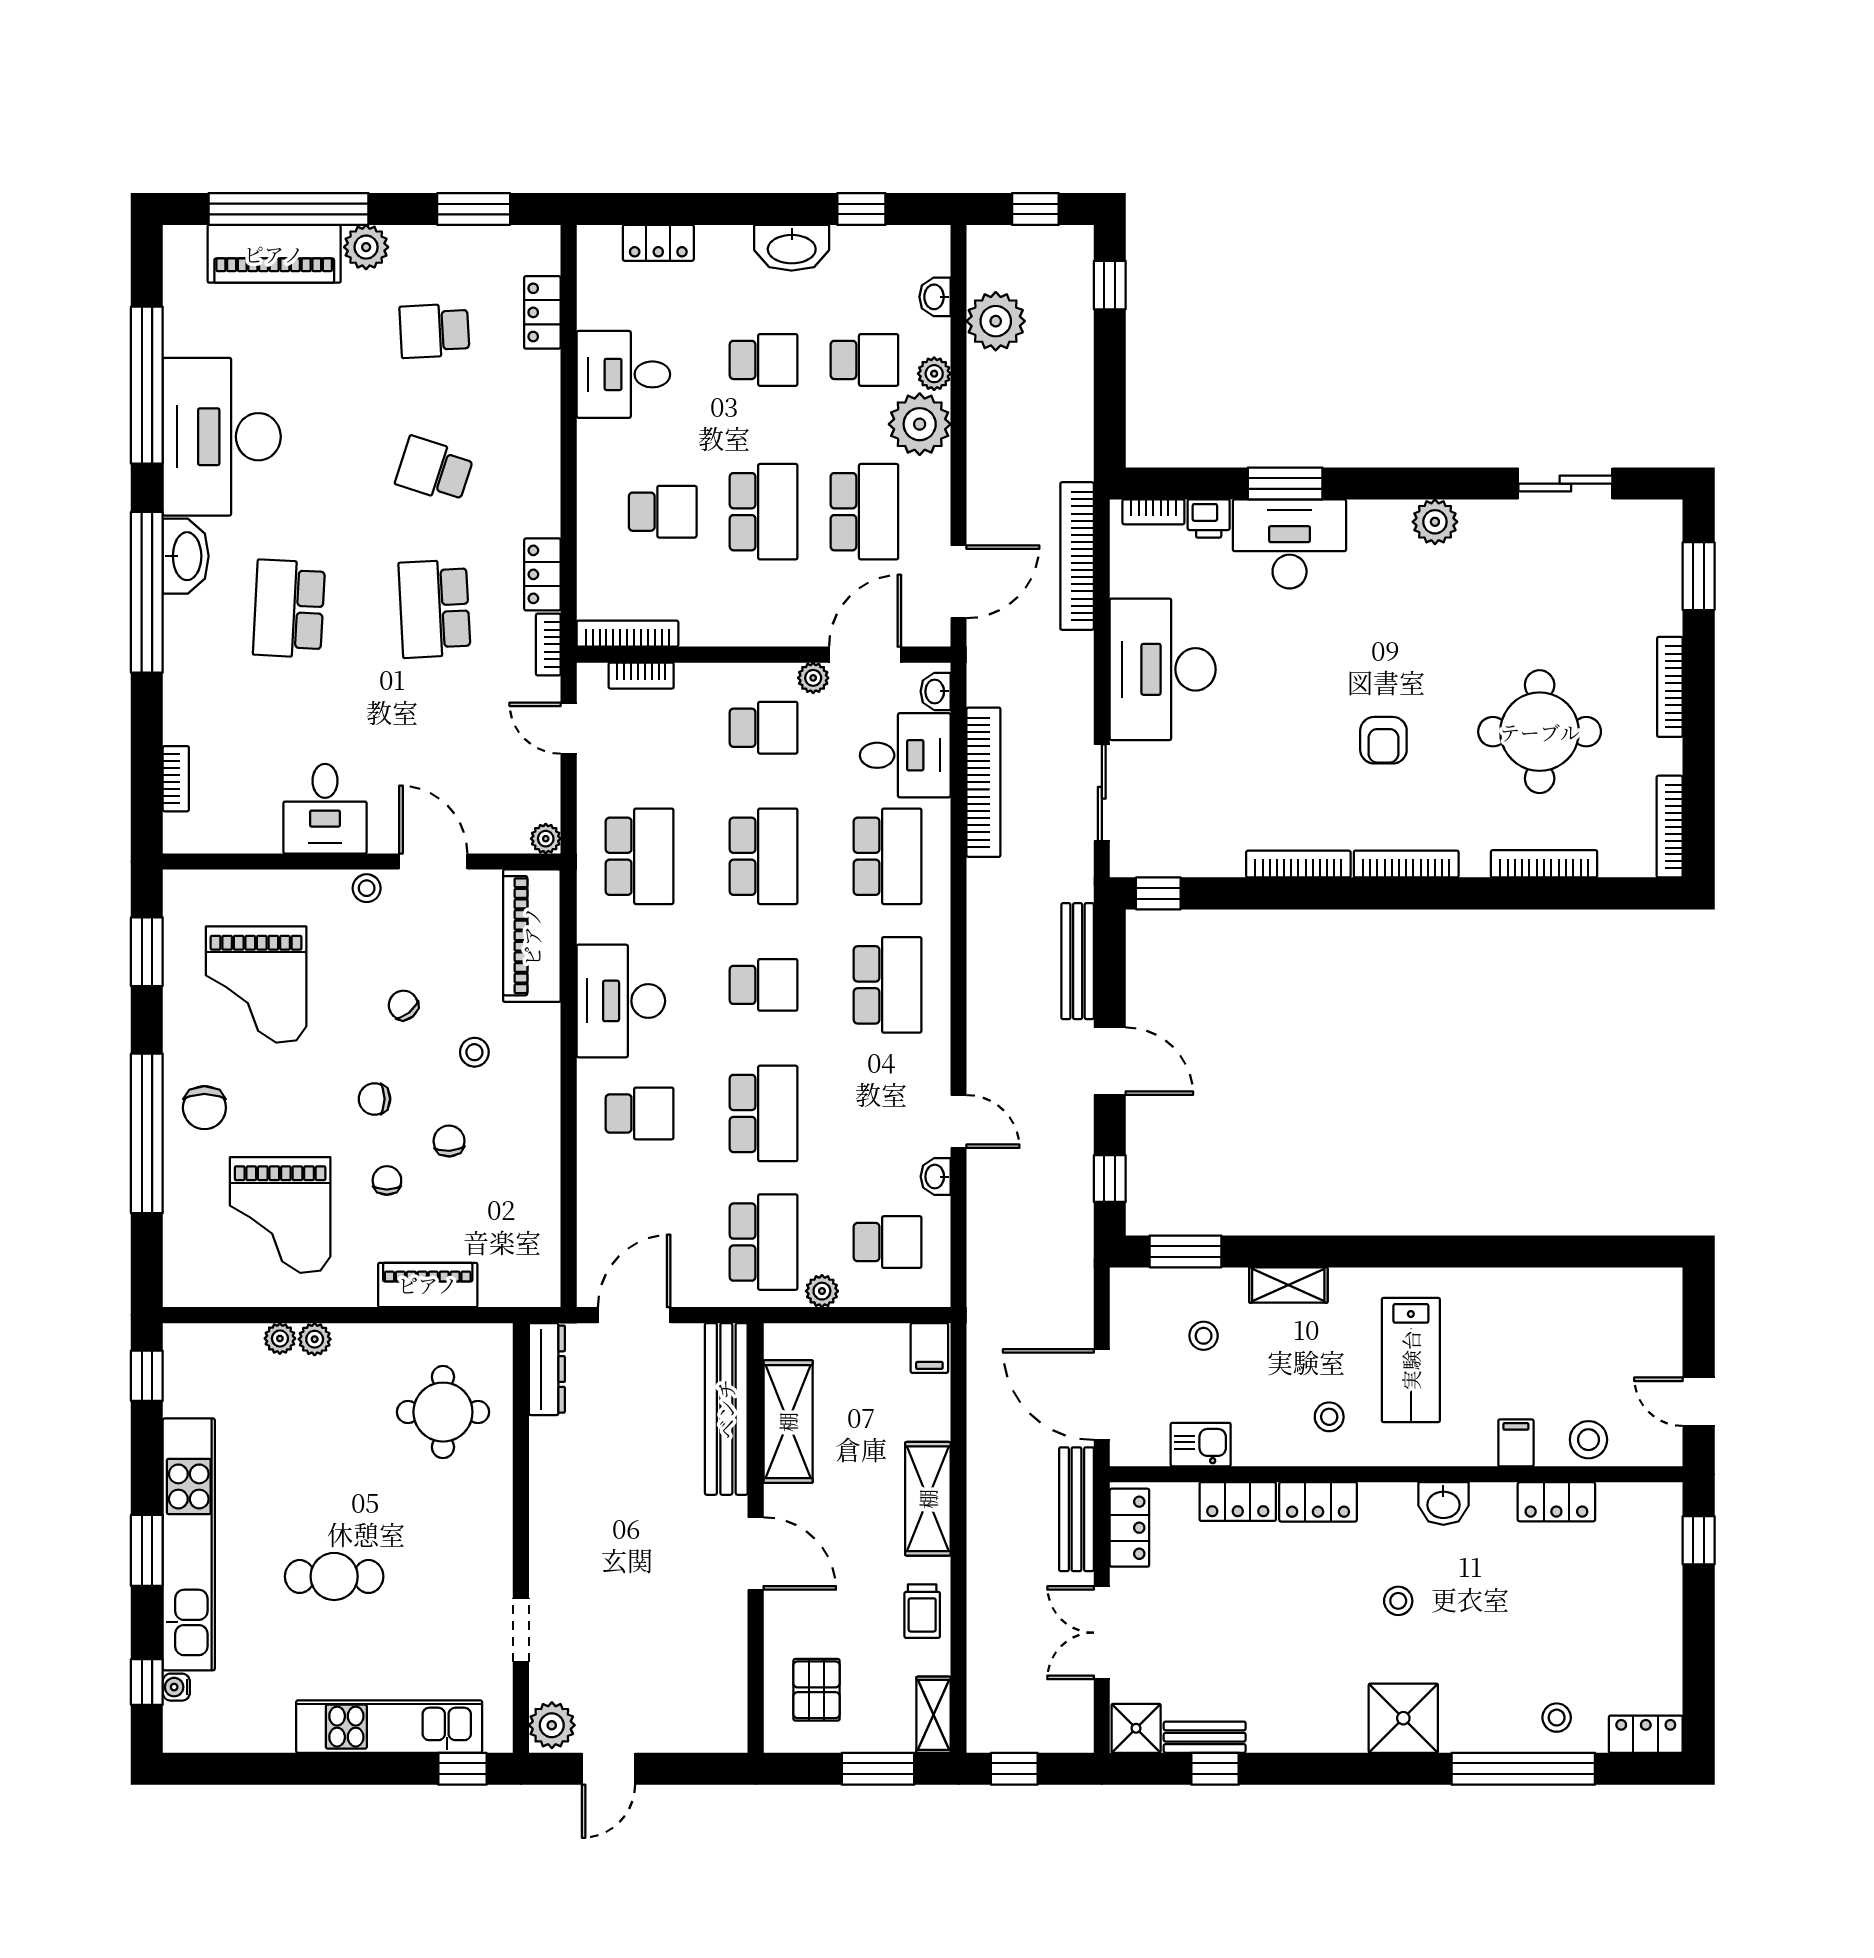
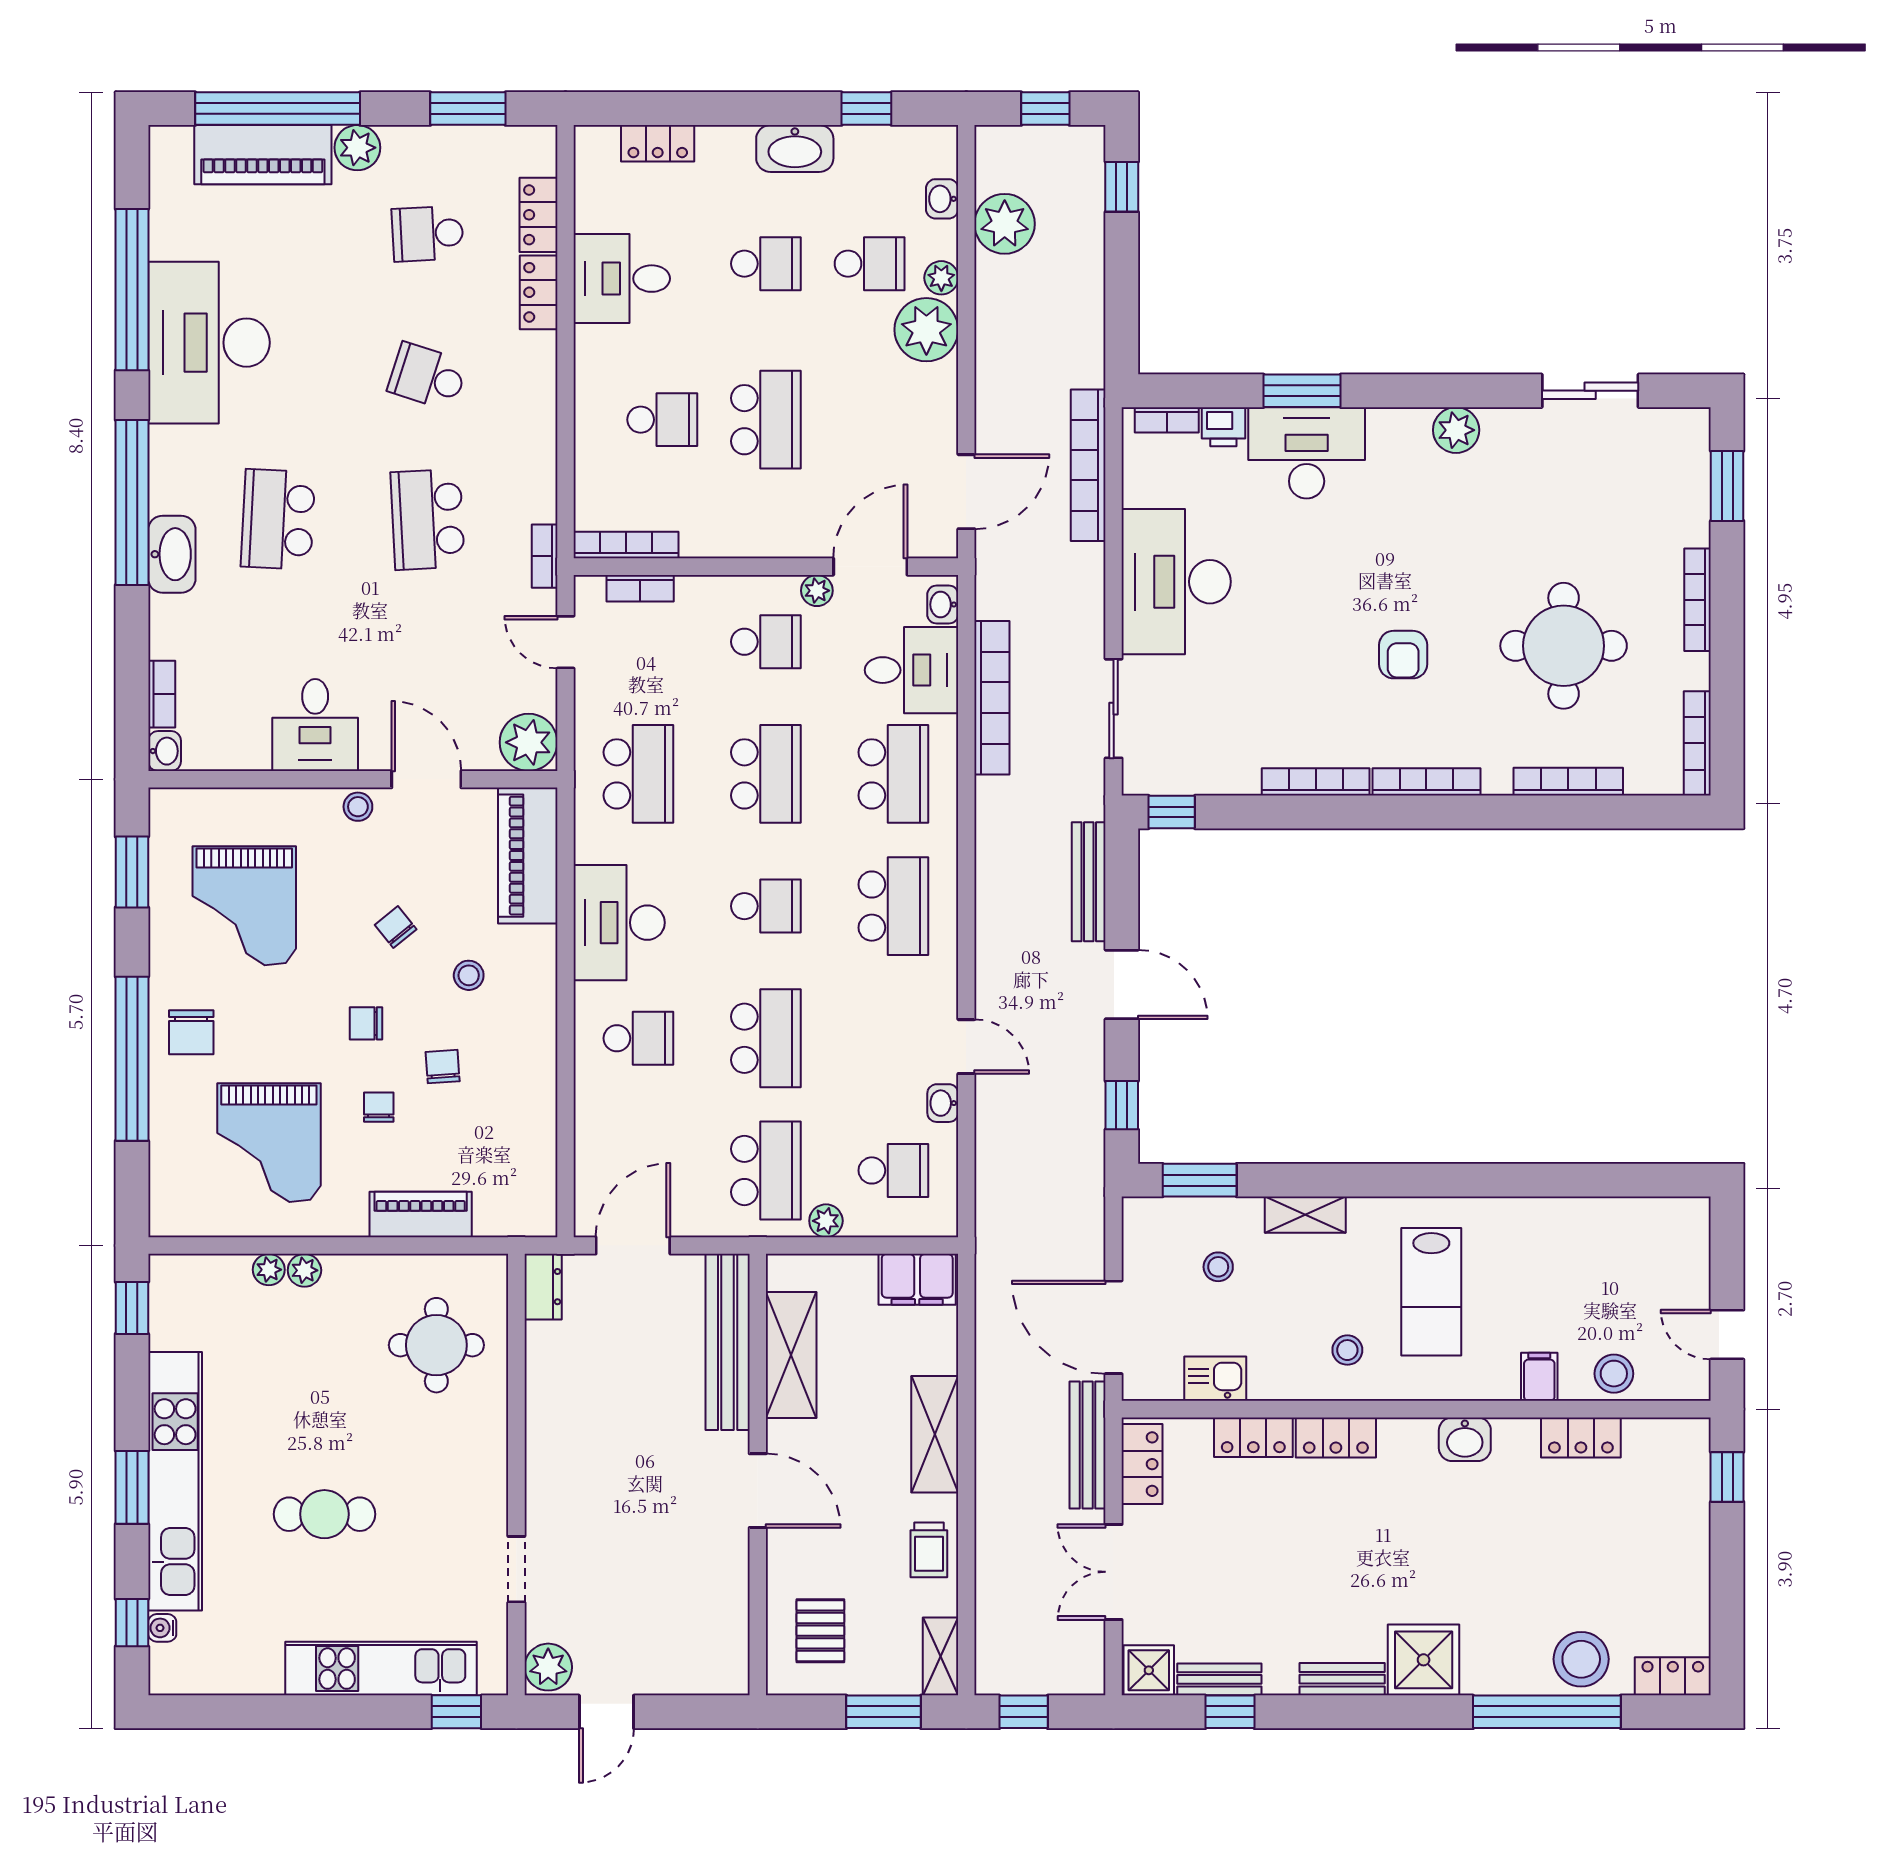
school desk: (864, 512) -> (870, 420), removed
washbasin: (186, 556) -> (172, 554), moved
locker: (542, 574) -> (539, 292), moved
washbasin: (179, 834) -> (165, 751), added
plant: (546, 839) -> (529, 742), width x1.88, depth x1.88
filing cabinet: (929, 1348) -> (917, 1279), width x2.00
dresser: (547, 1369) -> (543, 1287), width x0.70
stool: (1398, 1601) -> (1418, 1539), removed
stool: (1557, 1718) -> (1581, 1659), width x1.89, depth x1.89
bench: (1324, 1737) -> (1342, 1679), added

